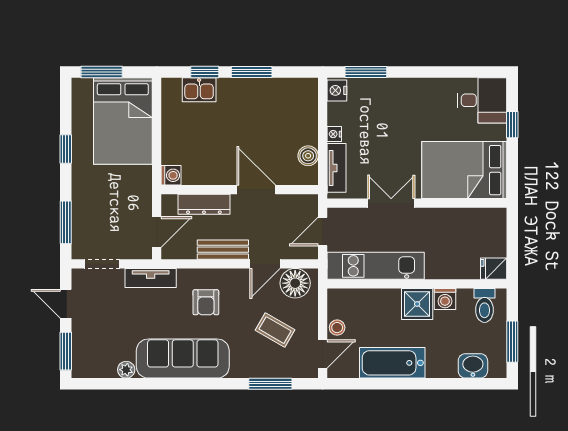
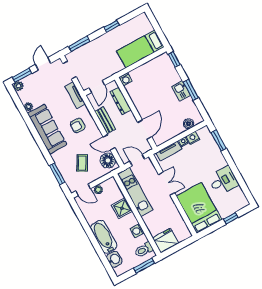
window: (102, 72) -> (154, 23), removed
window: (205, 72) -> (174, 59), moved
kitchen sink: (199, 90) -> (181, 91), moved
nightstand: (337, 90) -> (193, 138), moved
desk: (482, 100) -> (223, 181), moved, turned -90
bed: (123, 121) -> (140, 49), width x0.67
boiler: (308, 156) -> (189, 124), moved
door: (256, 190) -> (145, 129), moved
door: (157, 232) -> (97, 87), hinge flipped
fridge: (494, 269) -> (166, 241), width x1.88, depth x1.34
shower: (417, 304) -> (122, 208), moved
window: (512, 342) -> (144, 266), moved
bathtub: (392, 363) -> (104, 237), moved
plant: (81, 368) -> (18, 86), added

